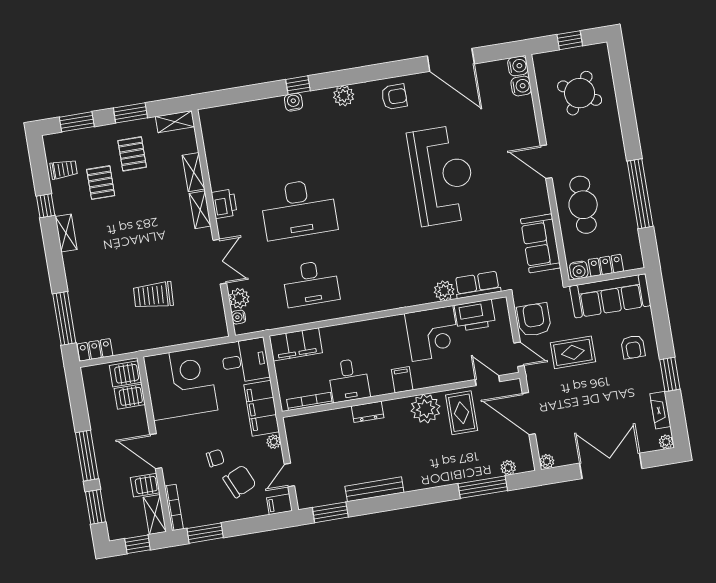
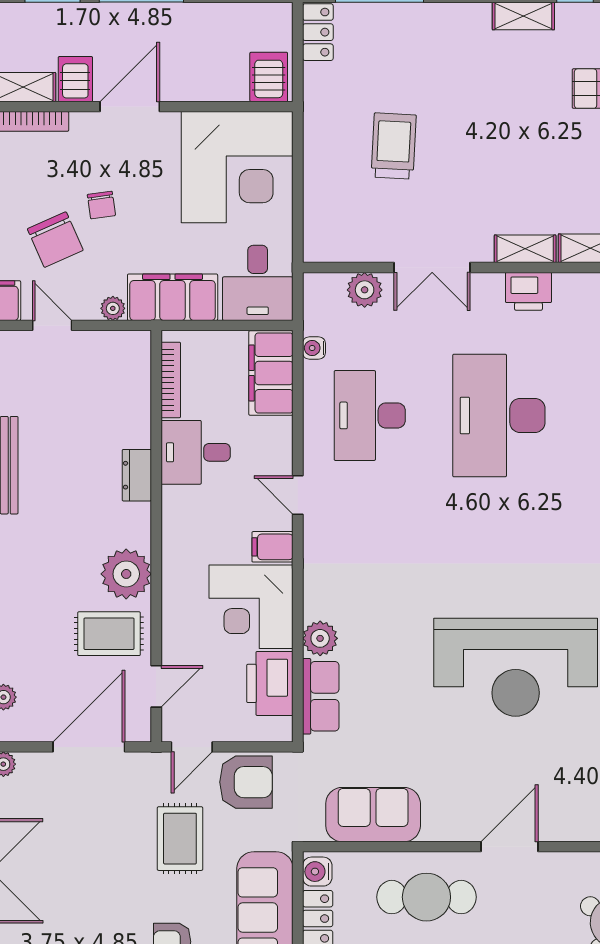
water cooler: (238, 317) -> (314, 348), moved, turned -90
door: (364, 317) -> (298, 495), added
filing cabinet: (402, 380) -> (272, 547), moved, turned 180
server rack: (130, 397) -> (229, 78), removed

